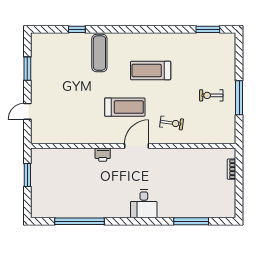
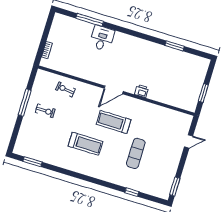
exercise mat: (99, 53) -> (136, 153), moved
window: (27, 69) -> (175, 186), moved
exercise bike: (172, 123) -> (65, 89), moved
desk: (144, 204) -> (102, 38), moved
window: (79, 221) -> (175, 46), width x0.47

